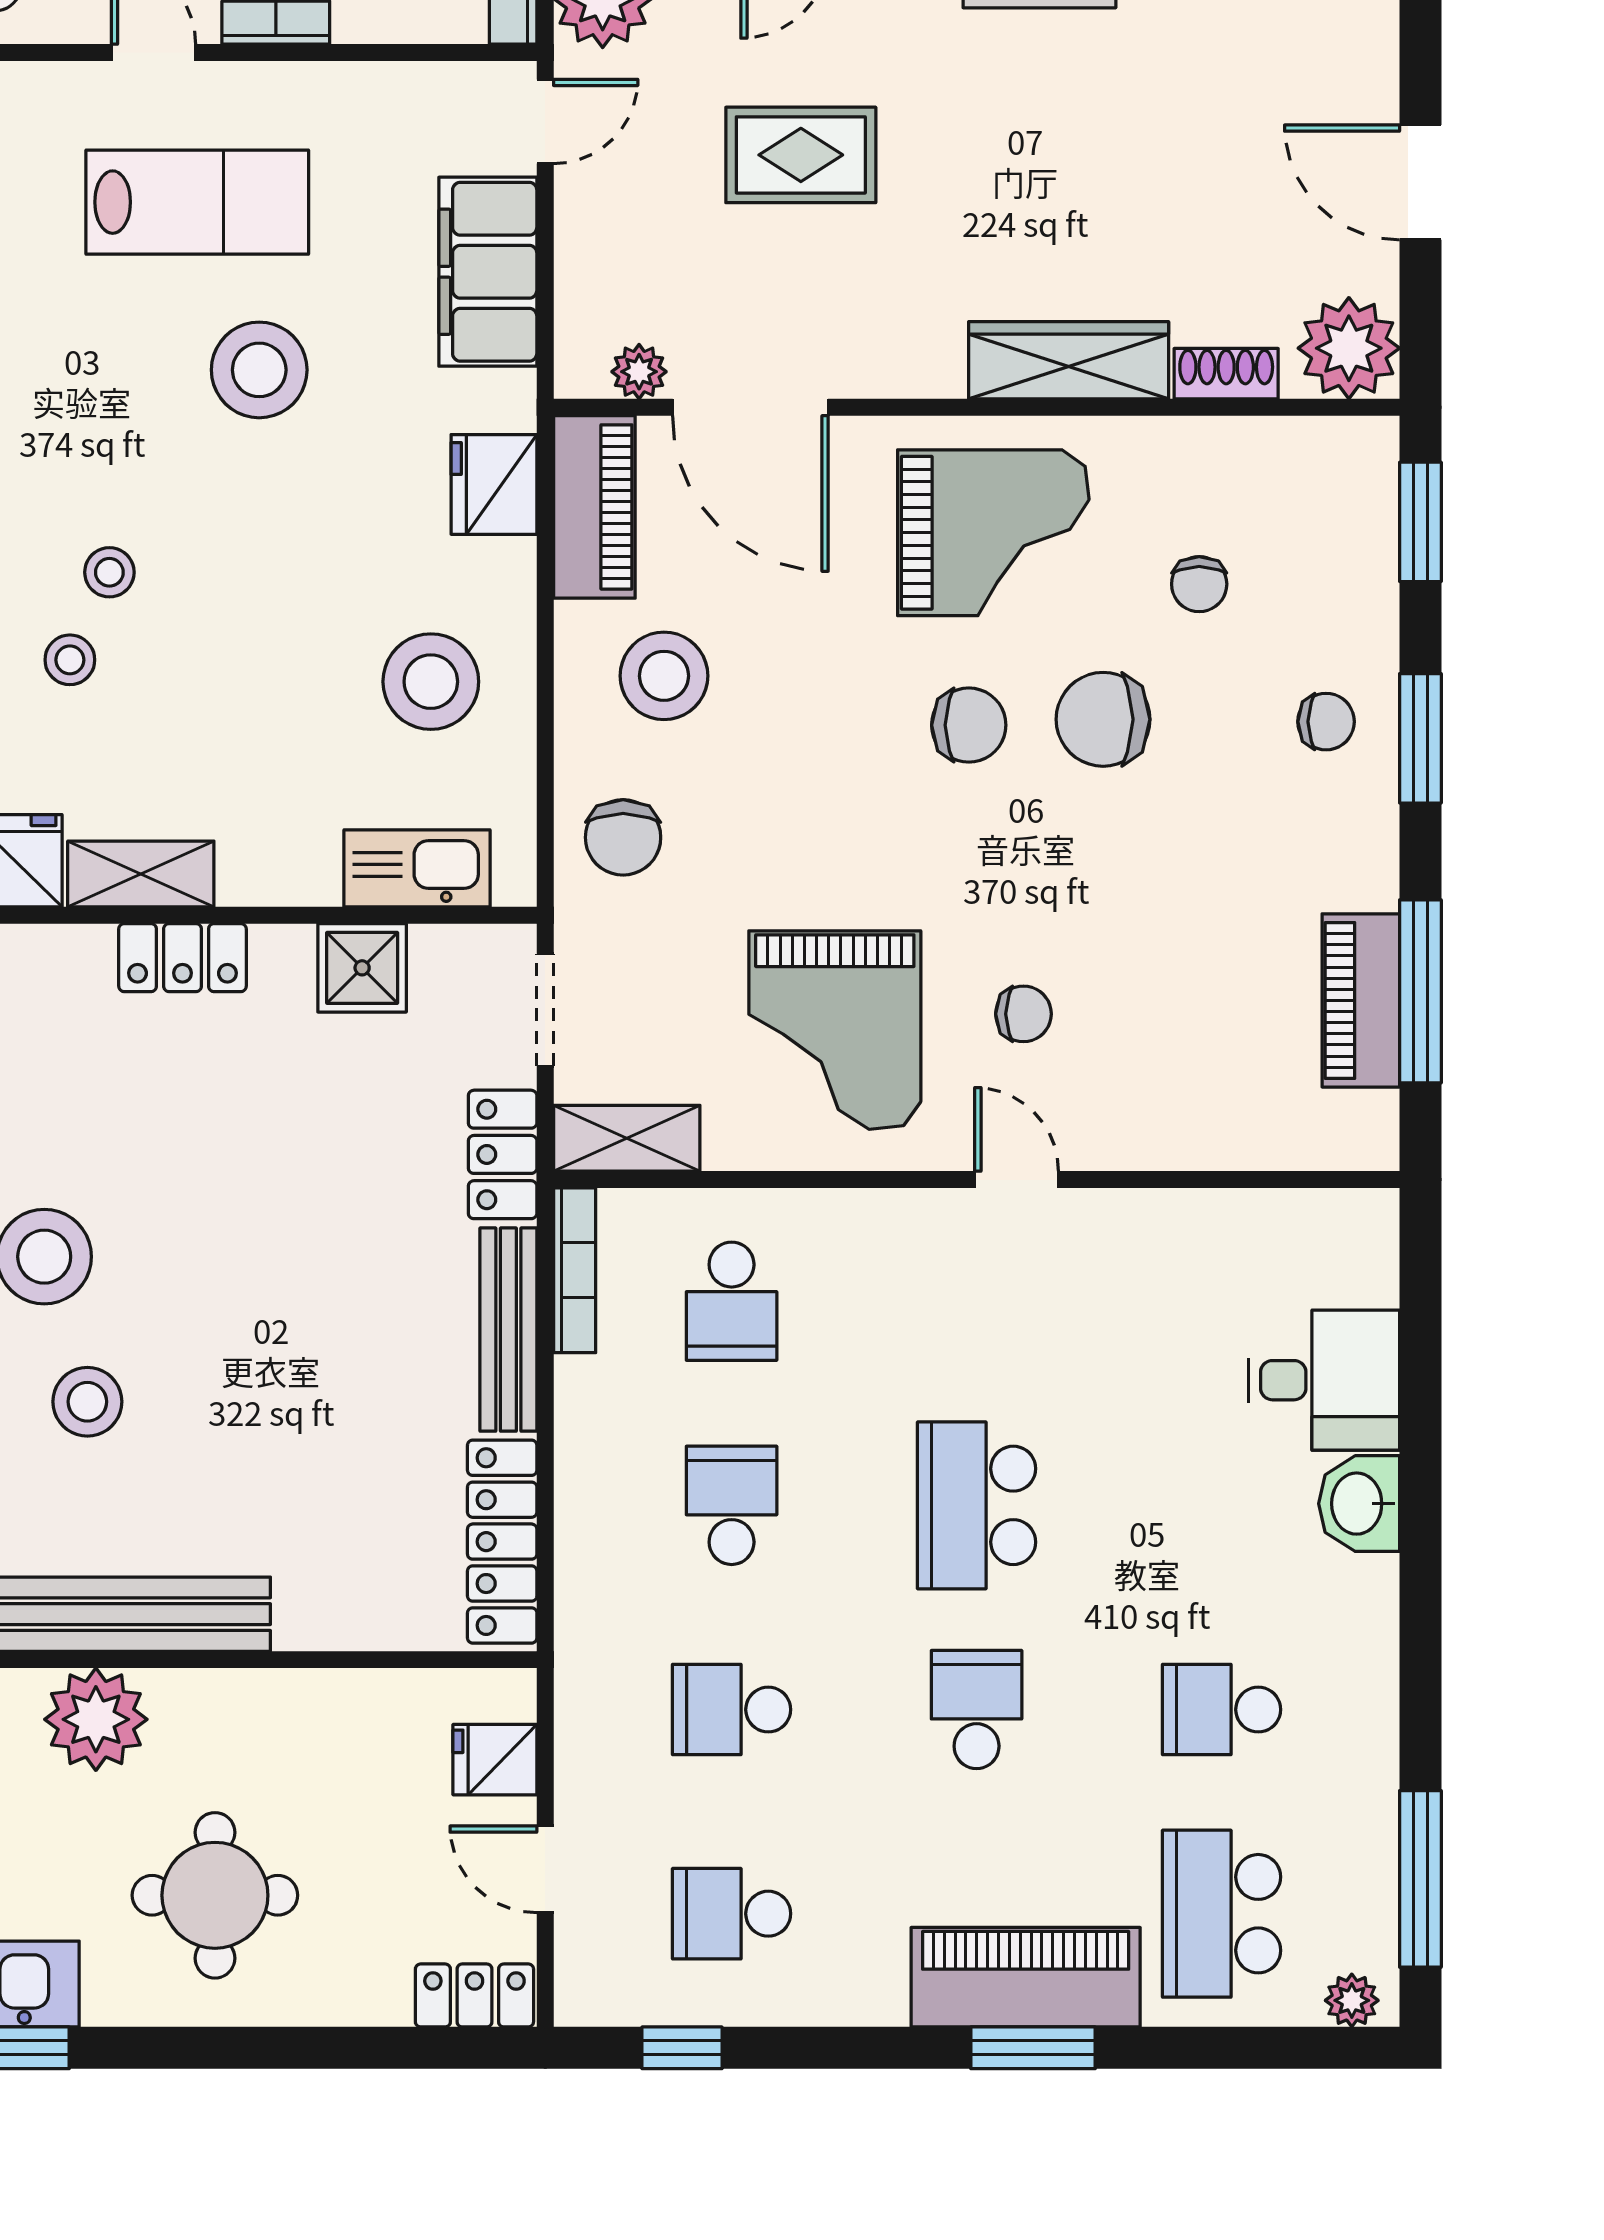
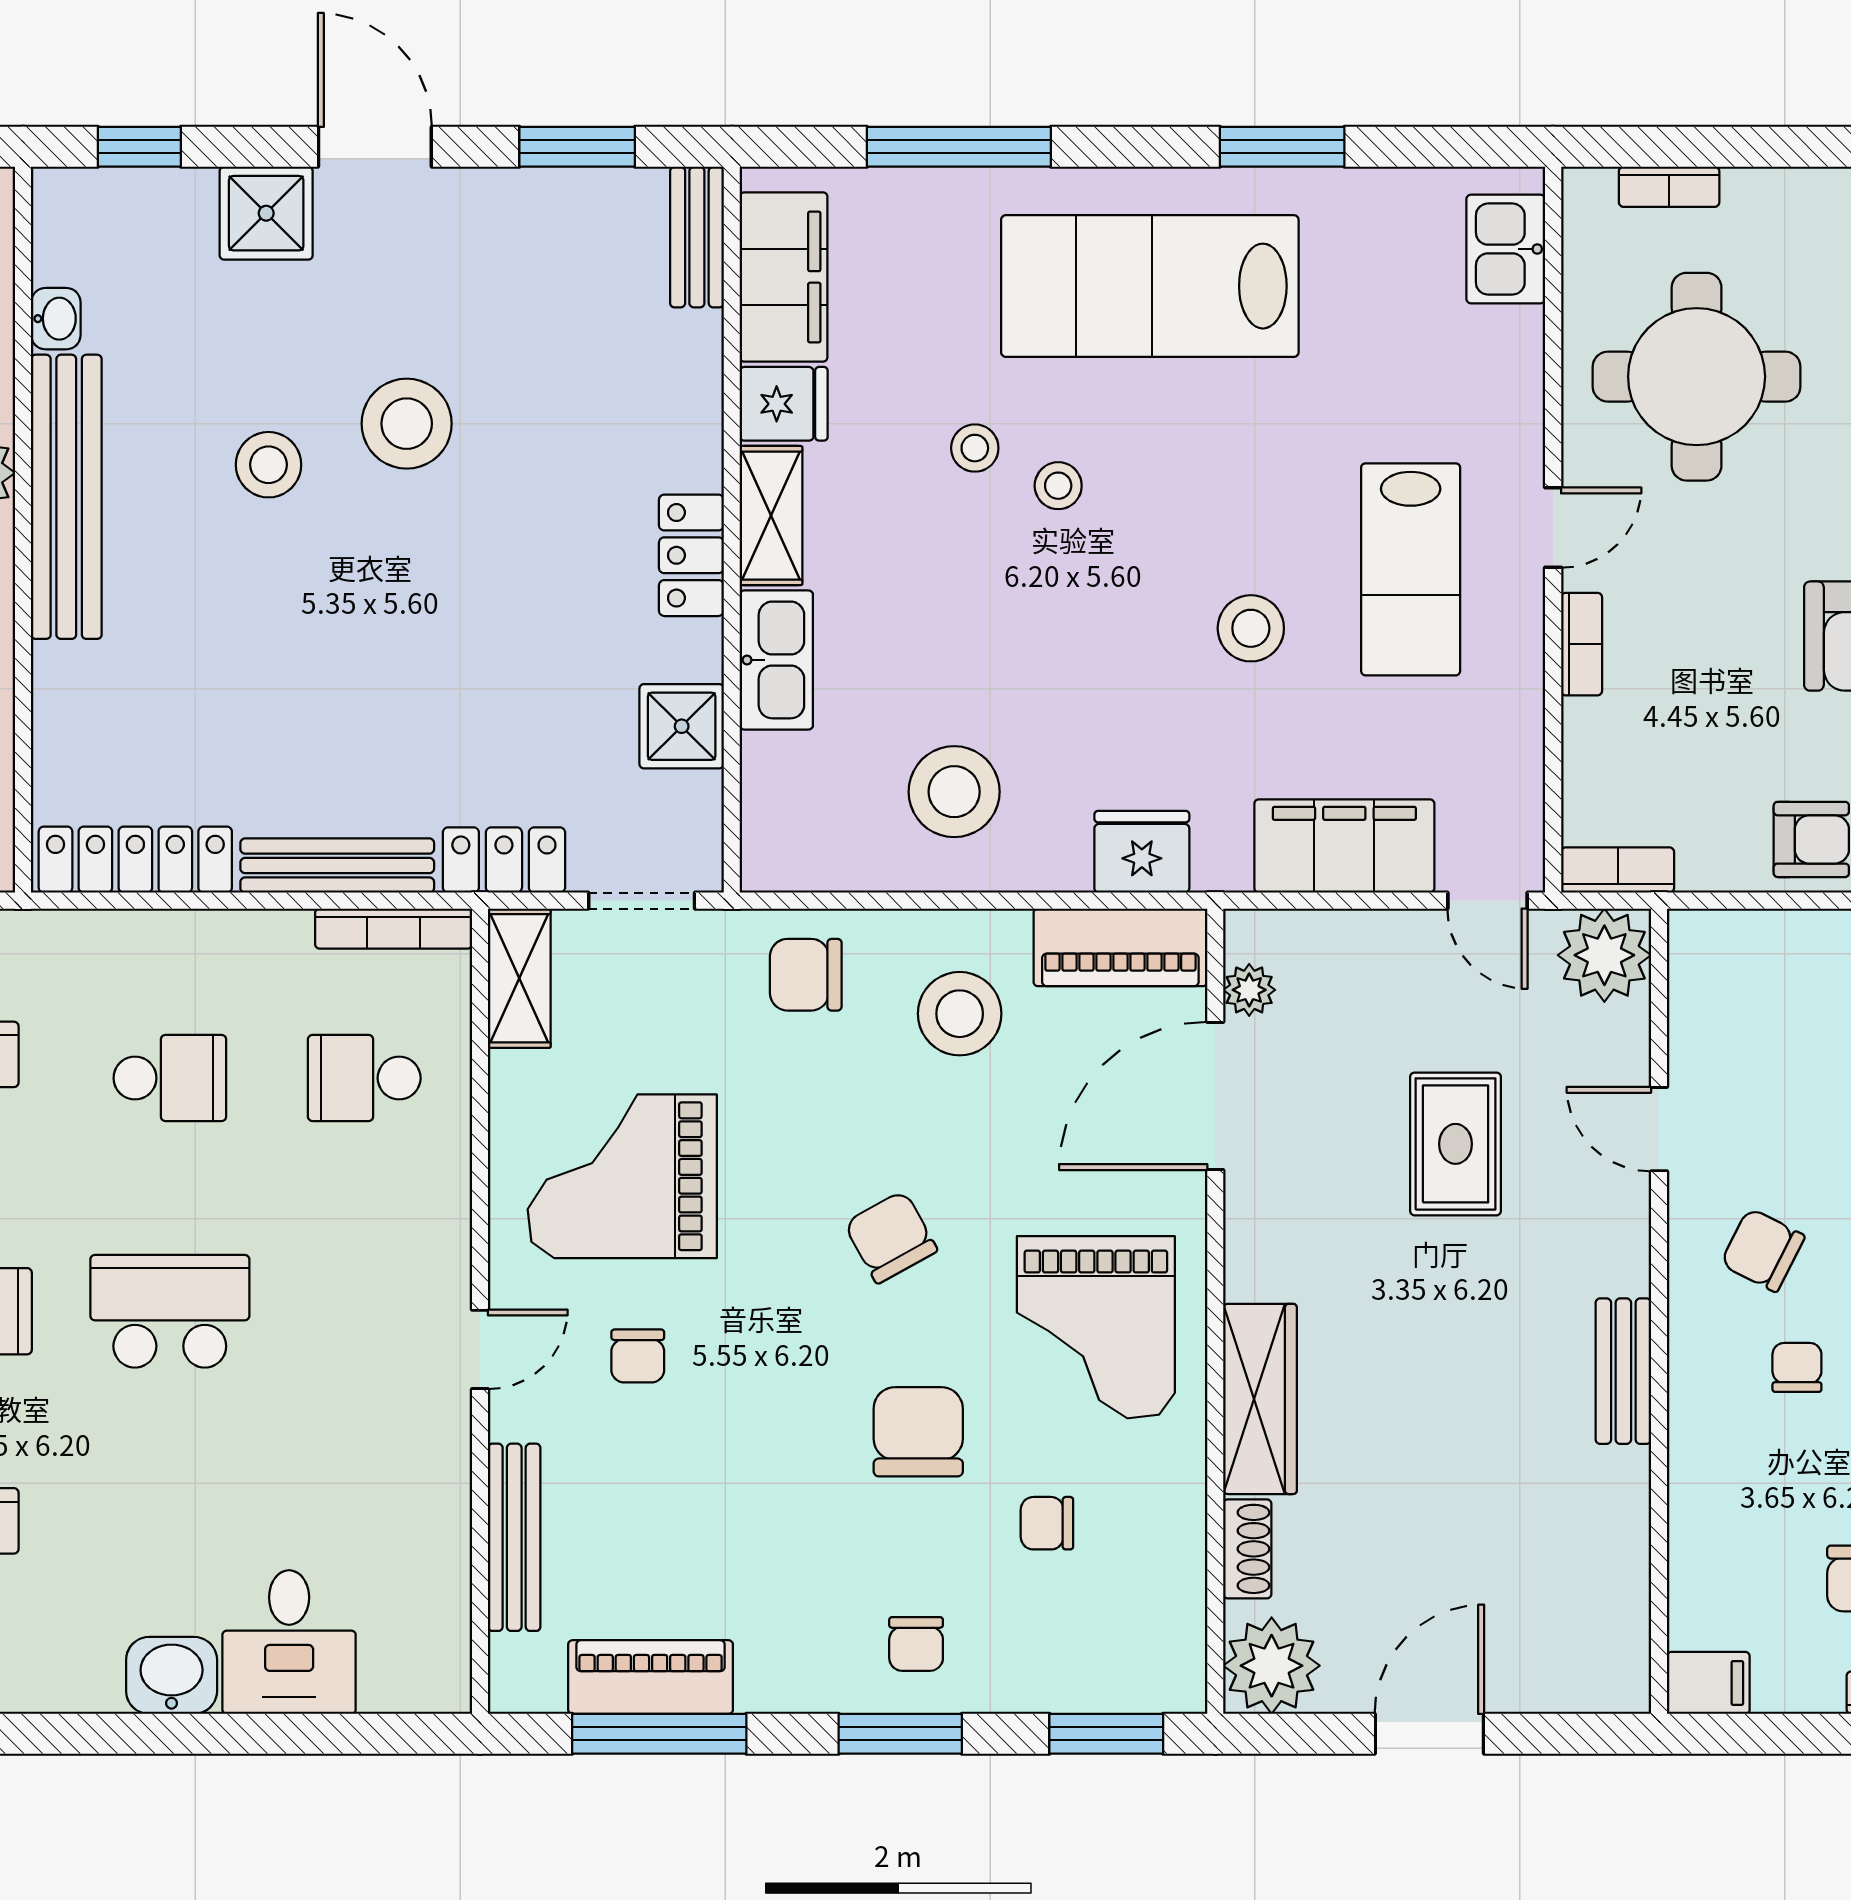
stool: (259, 370) -> (1251, 628), width x0.73, depth x0.73
chair: (969, 725) -> (891, 1237), moved, turned 151
kitchen sink: (417, 868) -> (776, 660), moved
bench: (1214, 1144) -> (514, 1537), added

